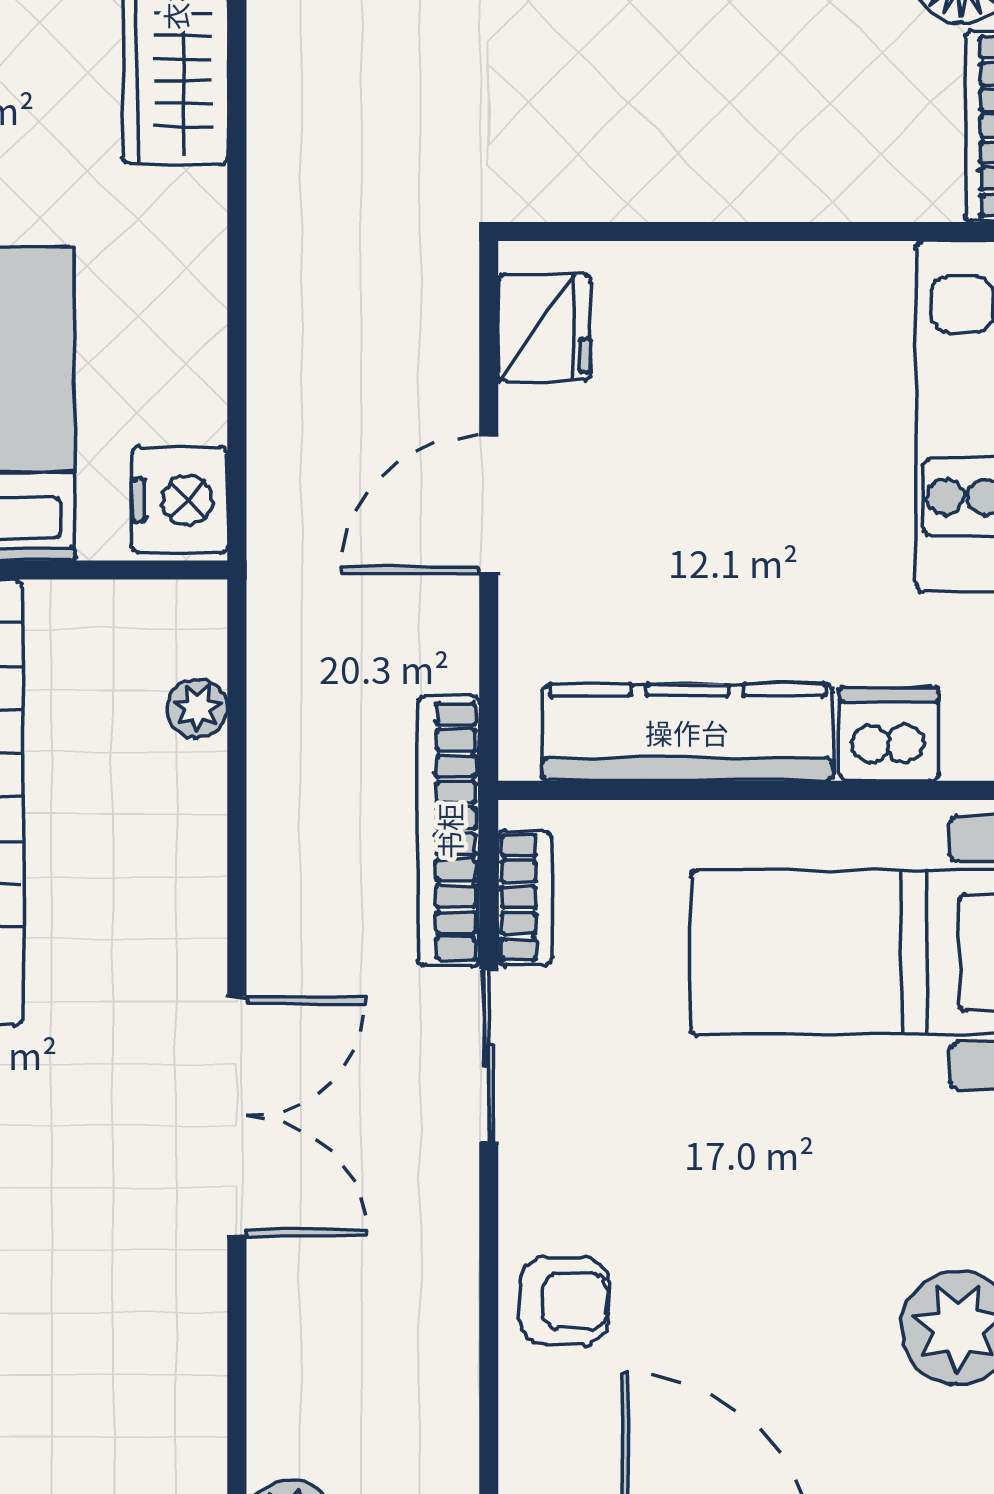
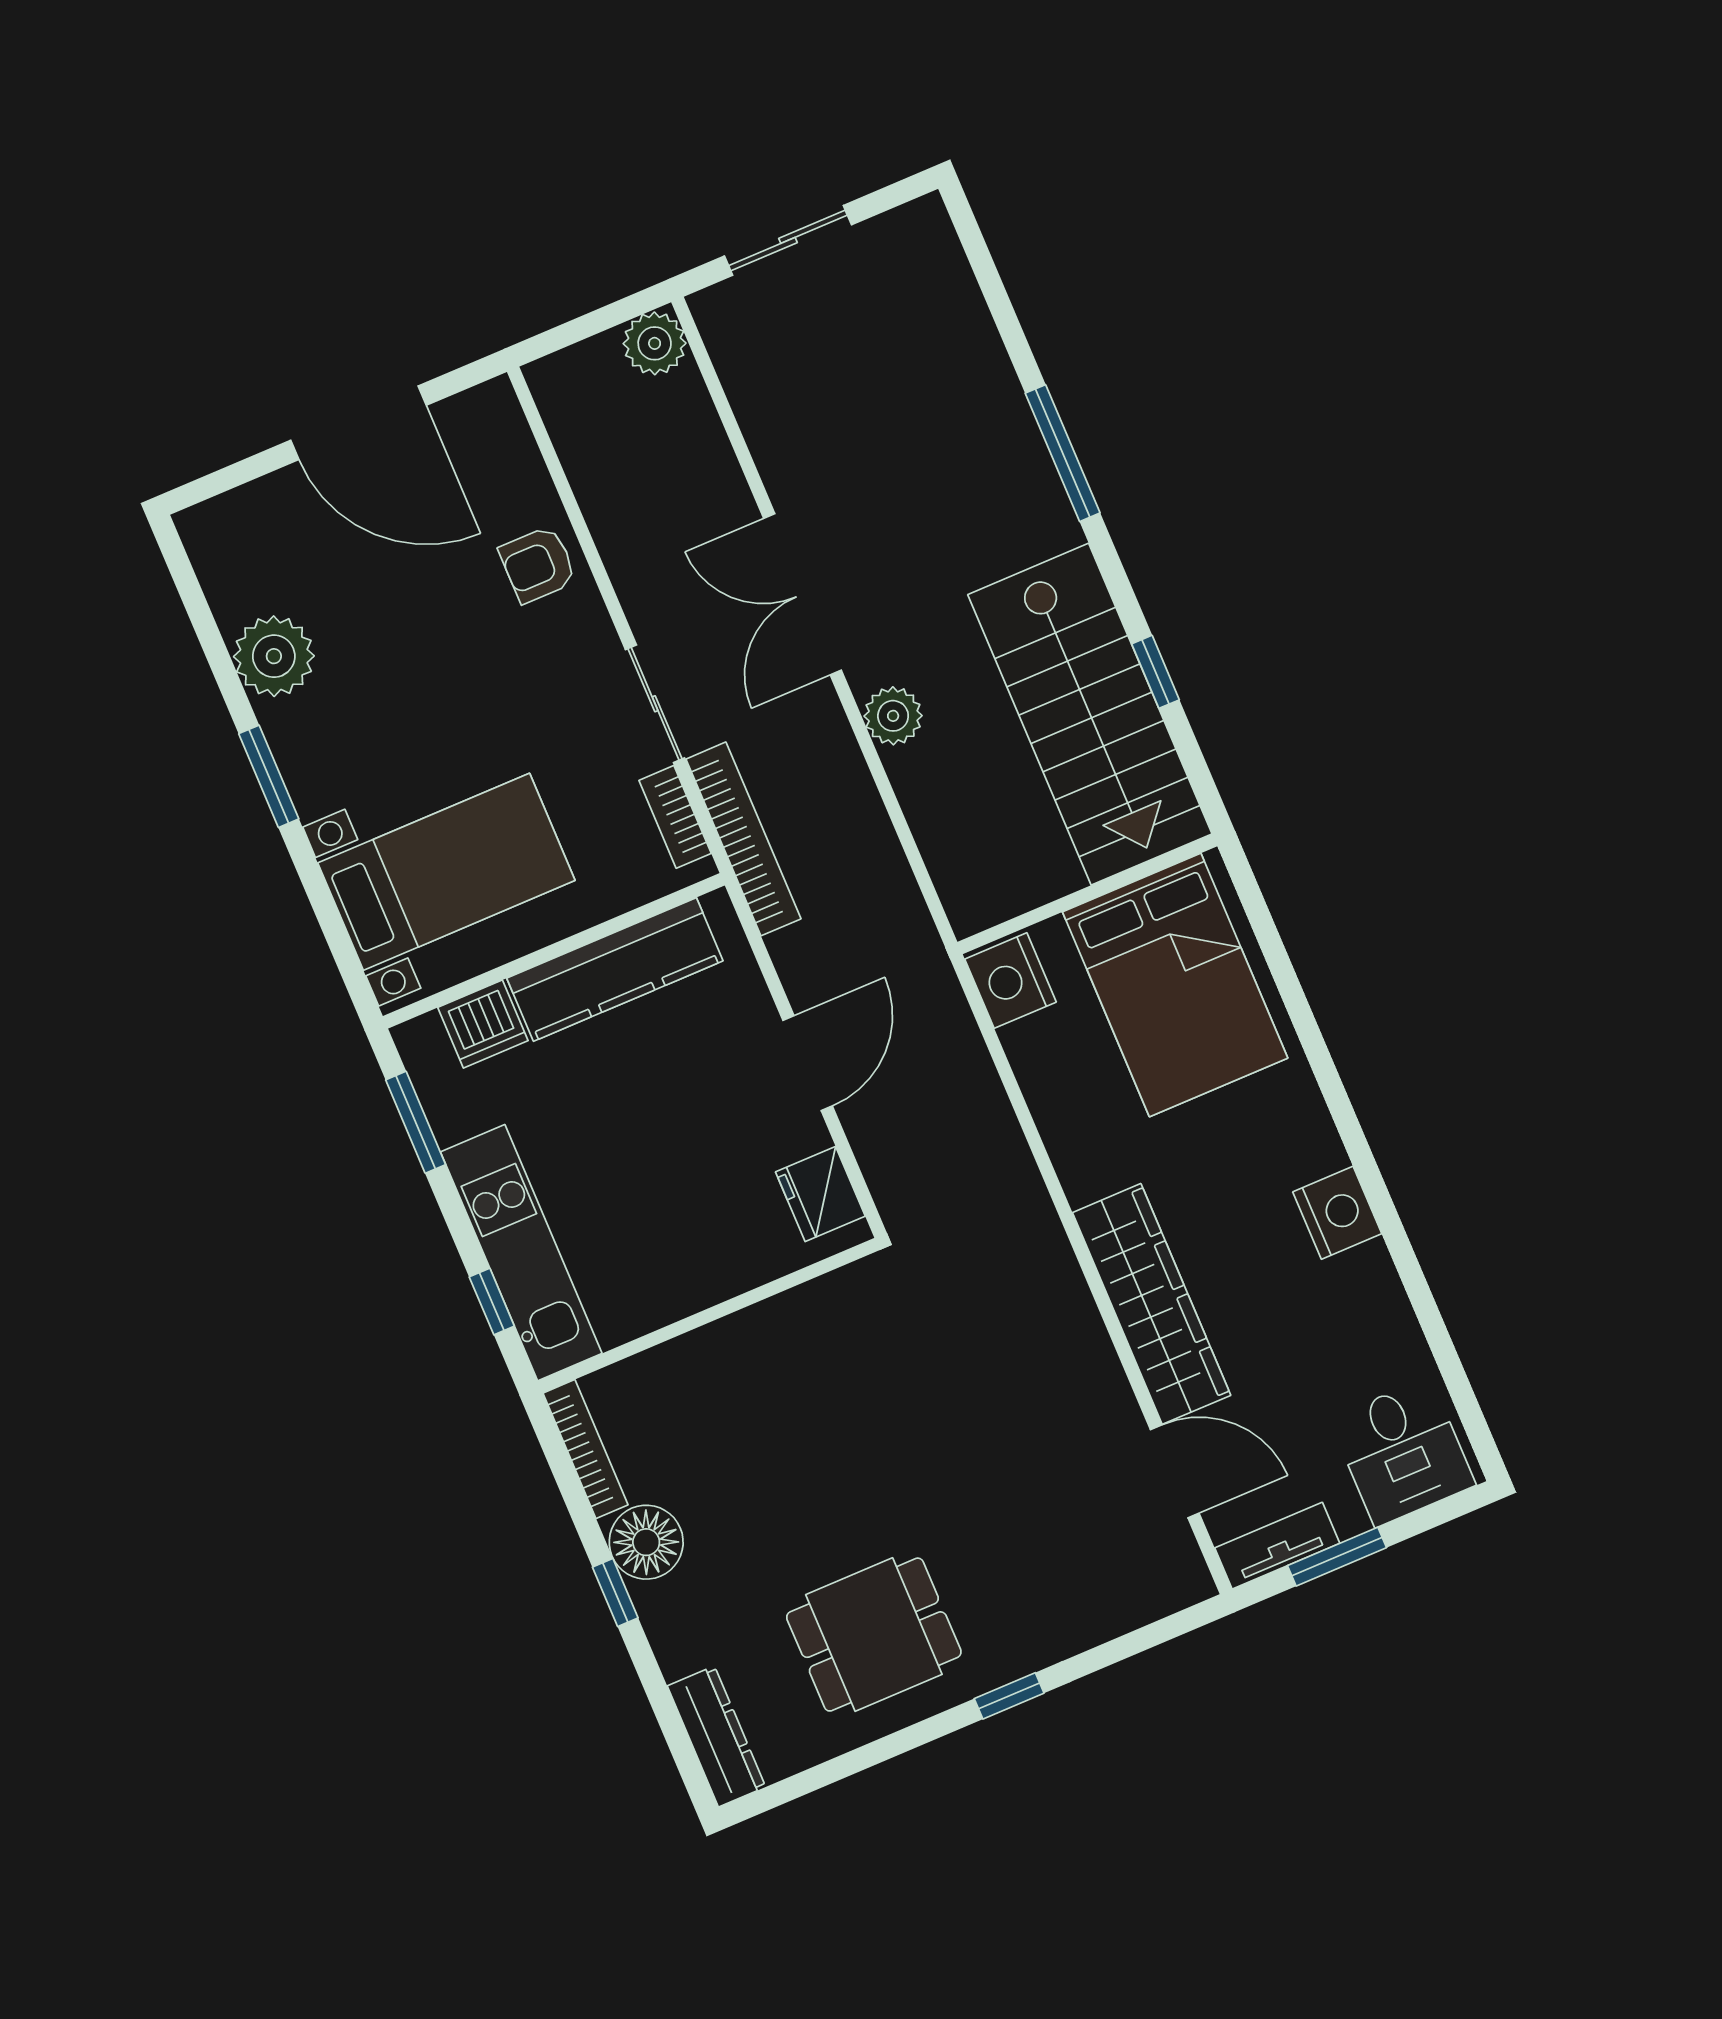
plant: (198, 708) -> (893, 716), moved, width x1.38, depth x1.38

